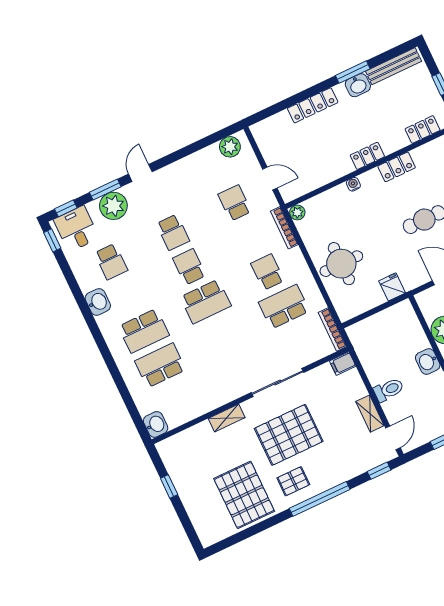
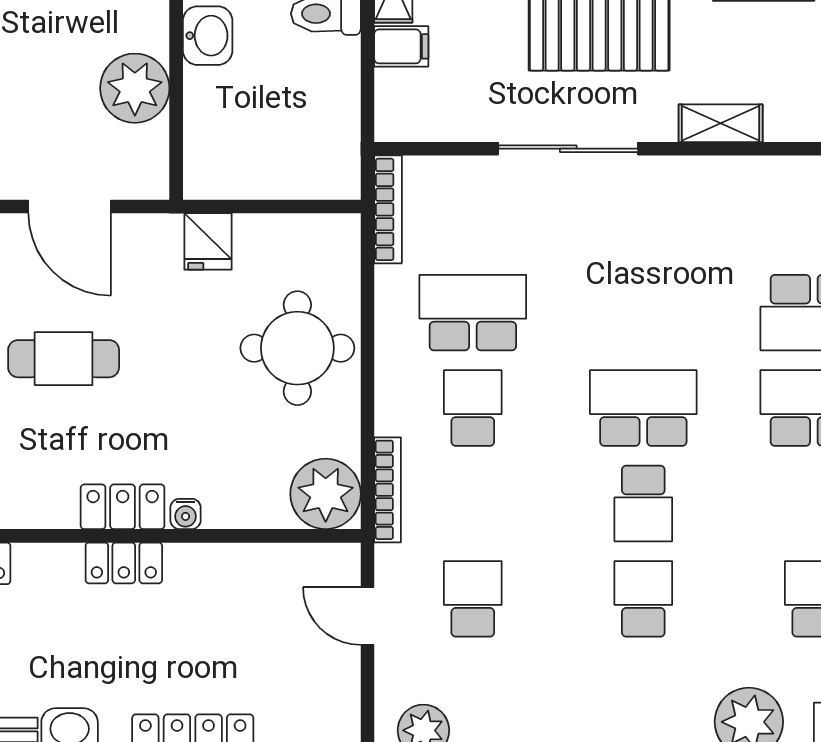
locker: (397, 167) -> (123, 507), moved
school desk: (235, 203) -> (473, 599), turned 180
plant: (297, 212) -> (326, 494), width x1.88, depth x1.88
school desk: (267, 272) -> (473, 408), turned 180
school desk: (284, 307) -> (473, 313), turned 180
filing cabinet: (343, 364) -> (401, 46), moved

